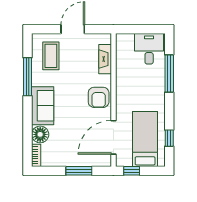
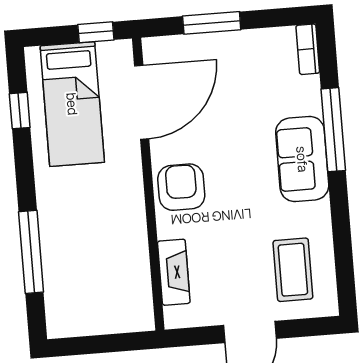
desk: (149, 49) -> (79, 302), removed
window: (28, 77) -> (333, 130), moved
floor lamp: (40, 134) -> (303, 96), removed

